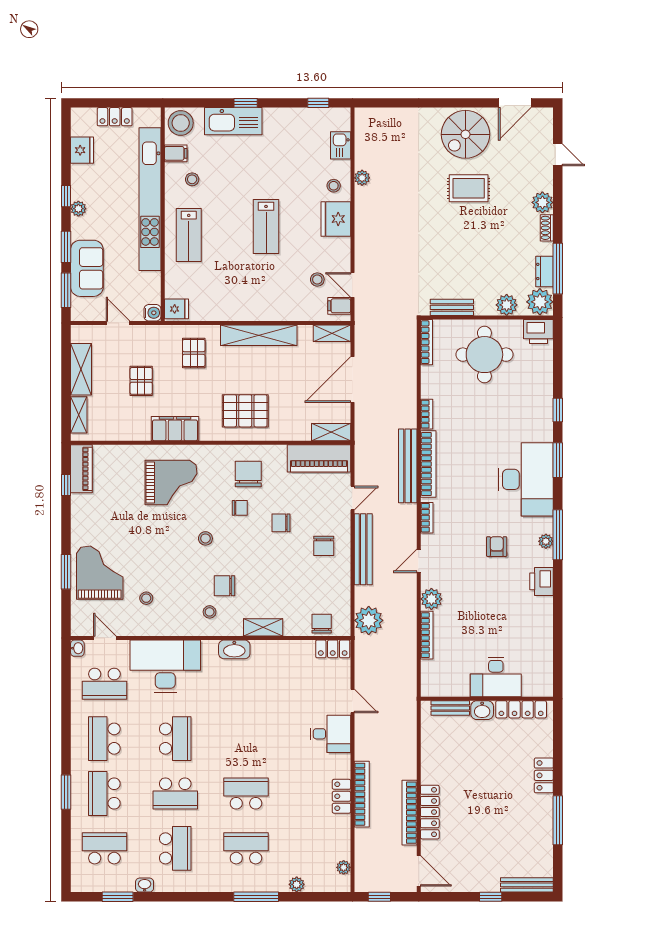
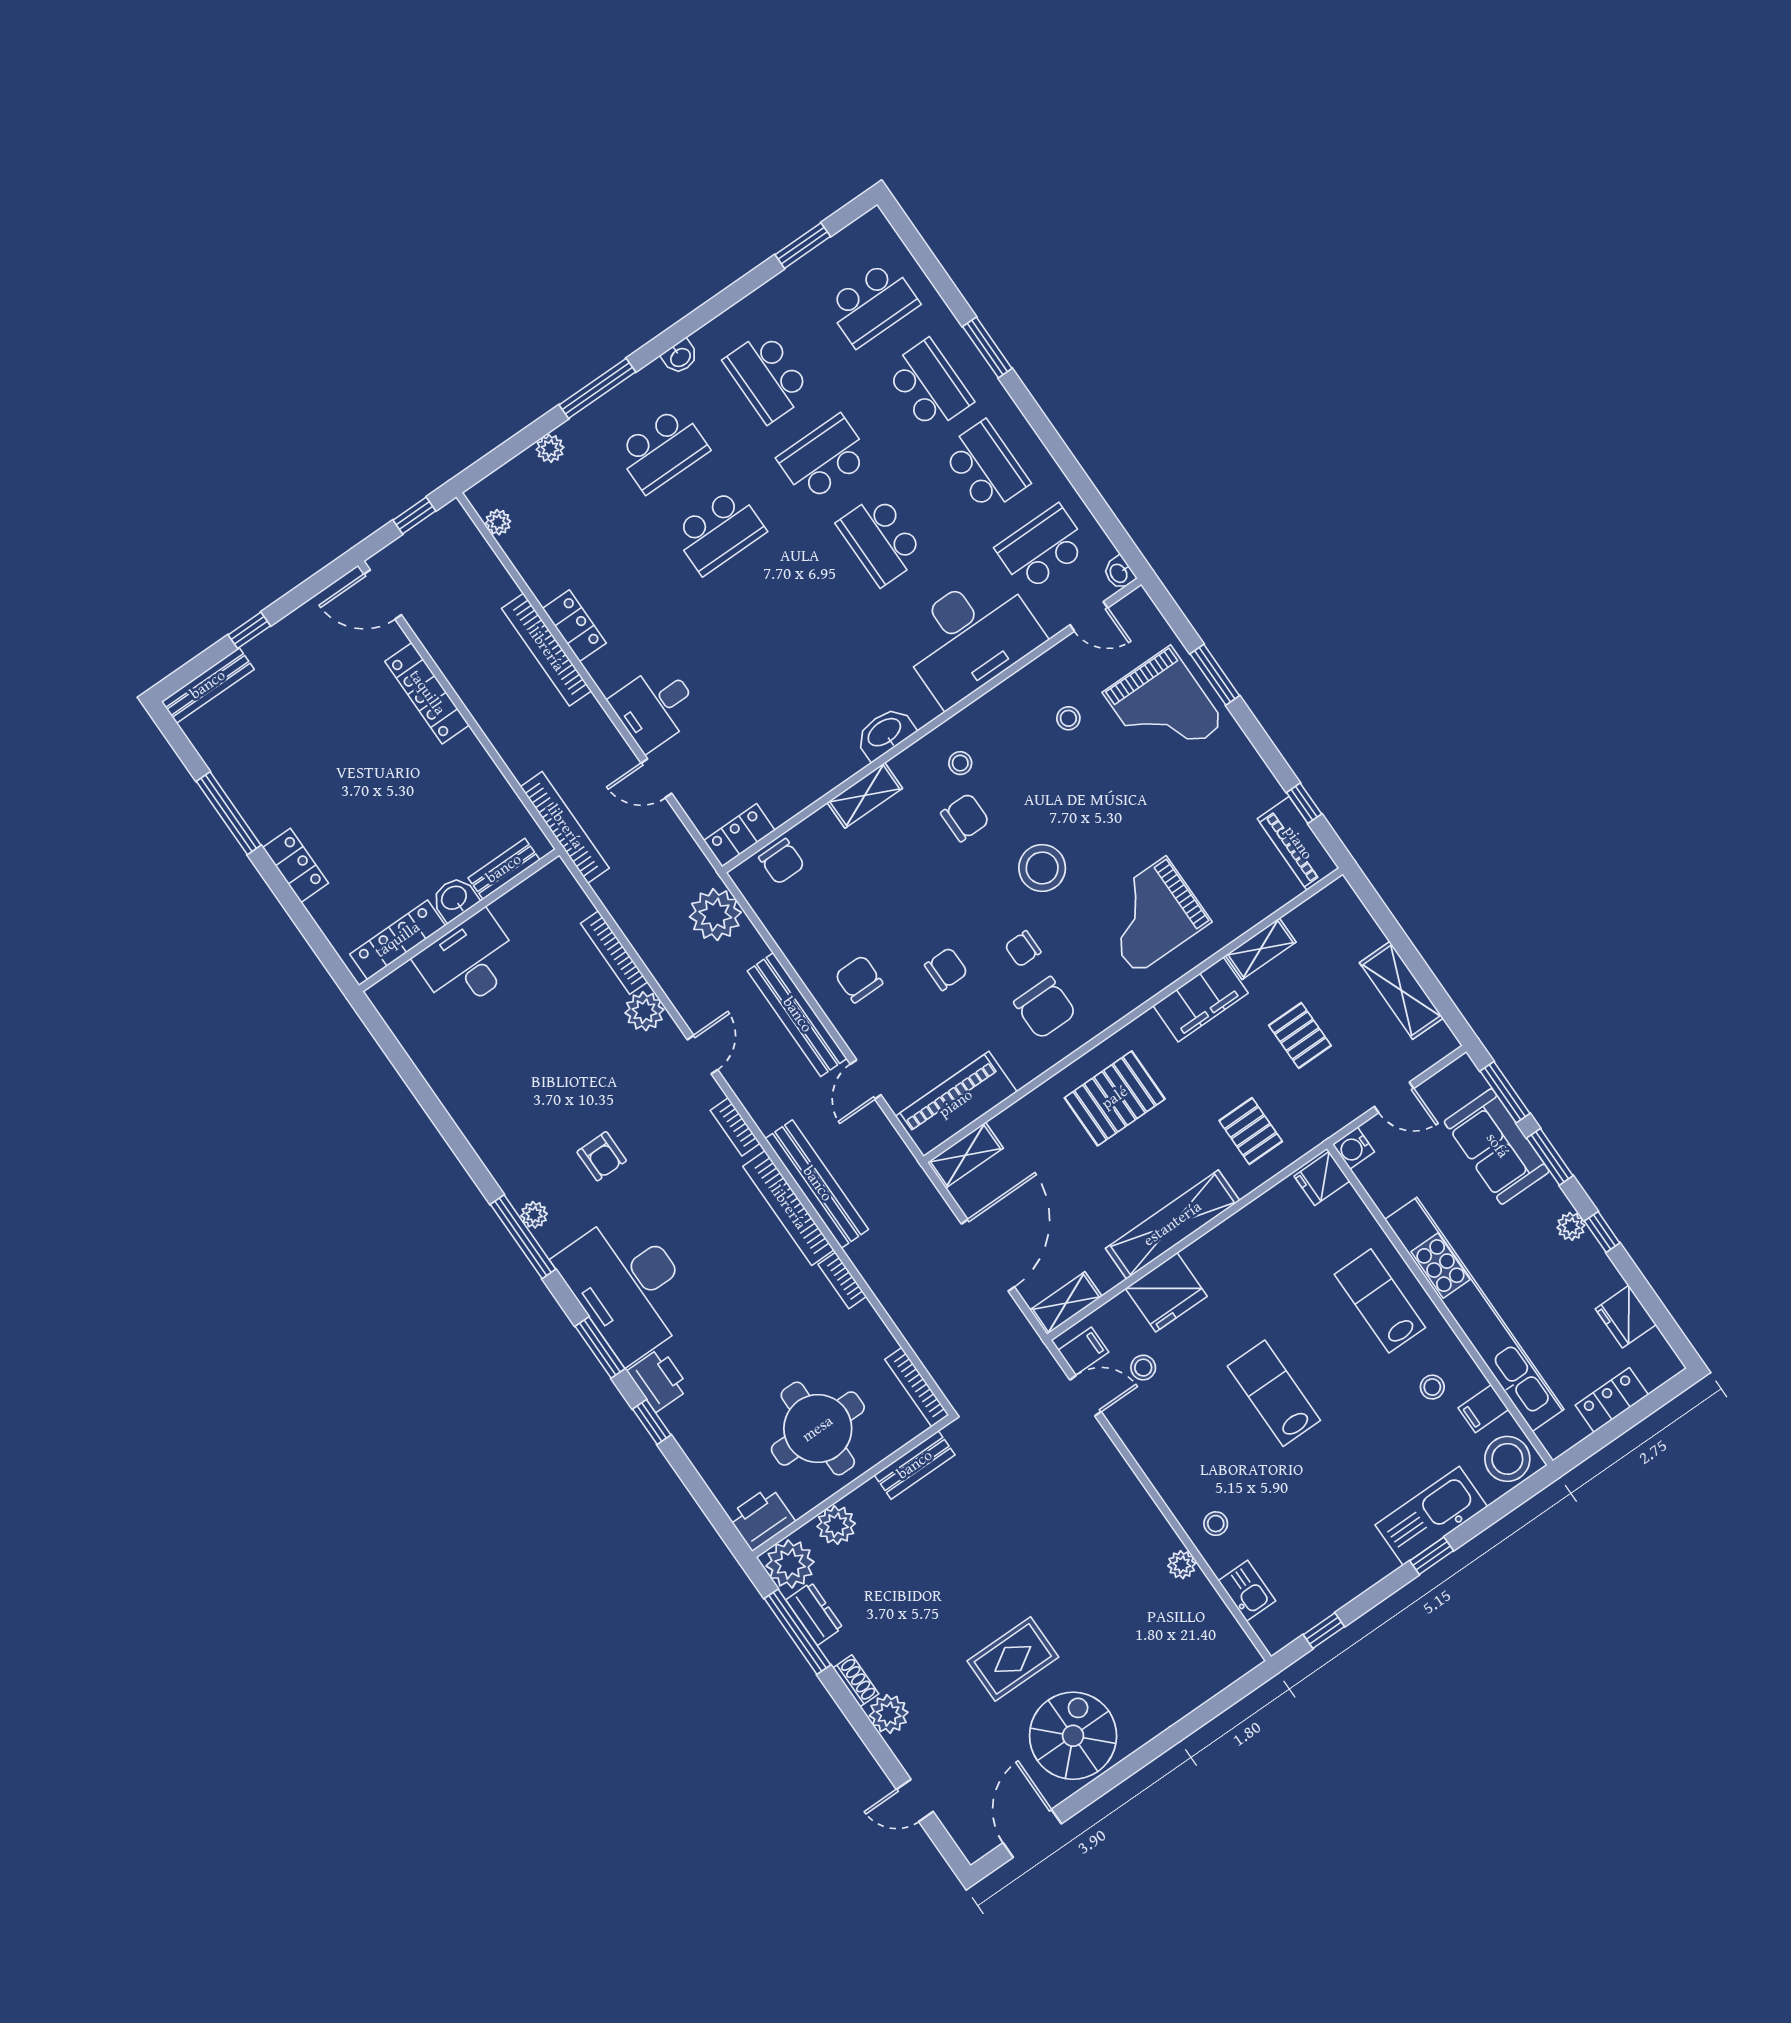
fridge: (336, 219) -> (1166, 1292), moved, turned 90
shelving: (79, 415) -> (1261, 949), moved, turned 90
stool: (205, 538) -> (1042, 868), width x1.89, depth x1.89
printer: (542, 581) -> (658, 1380), moved
bookcase: (409, 813) -> (565, 827), moved
washbasin: (145, 885) -> (680, 357), moved

